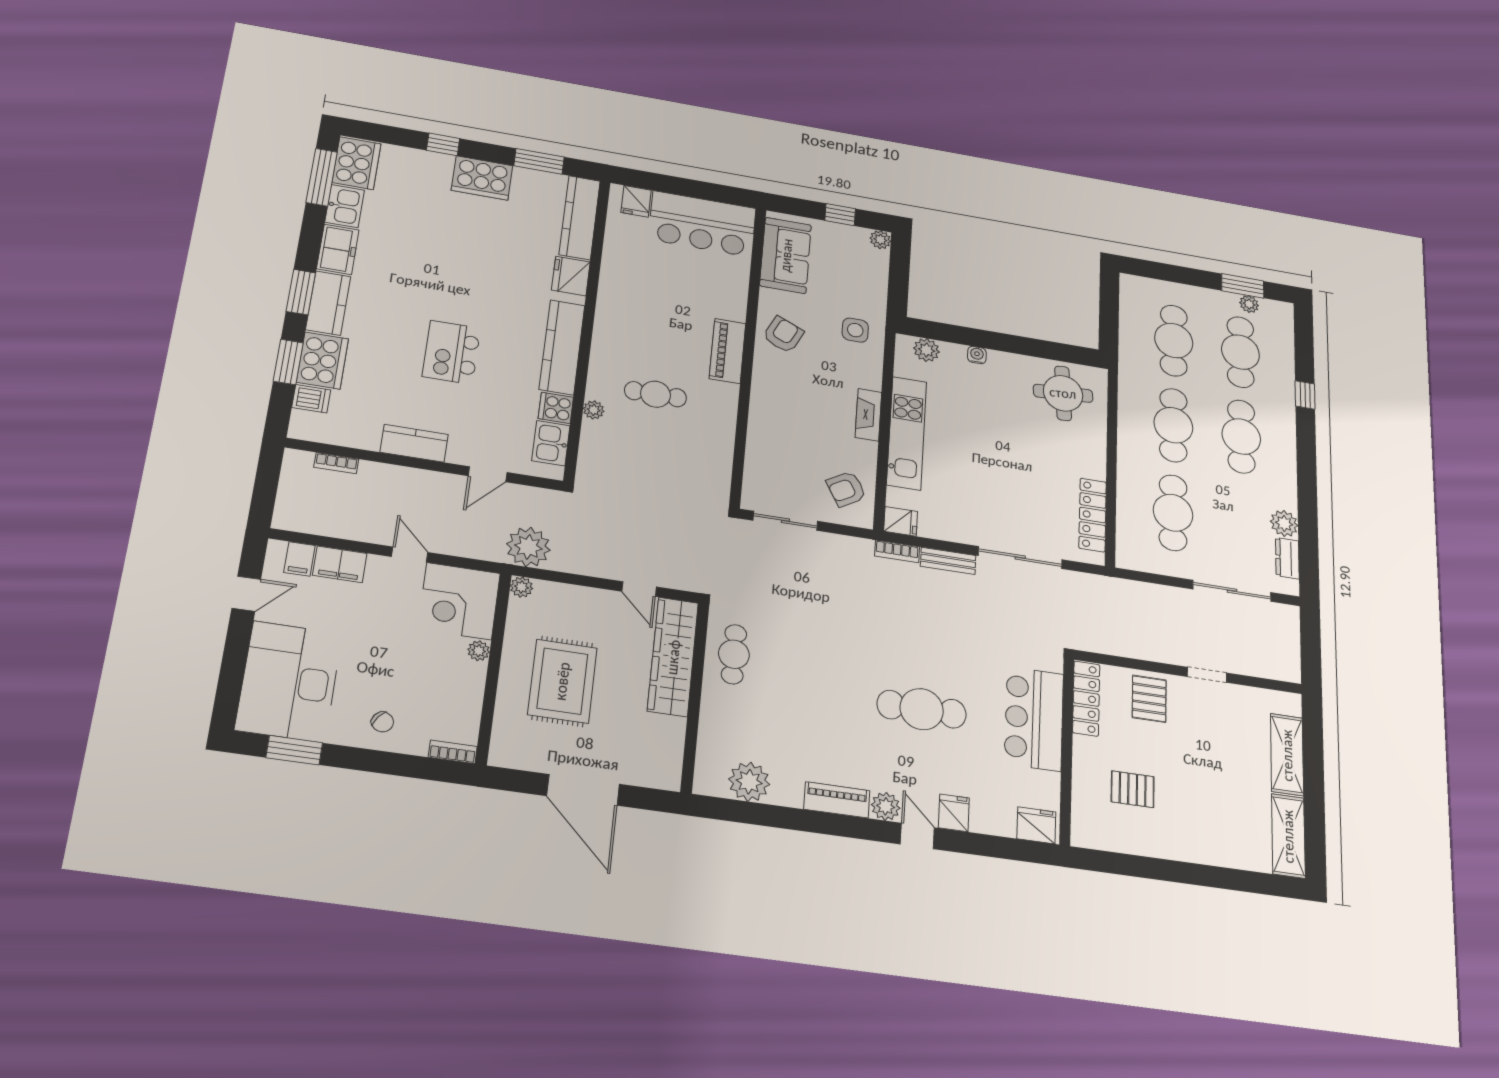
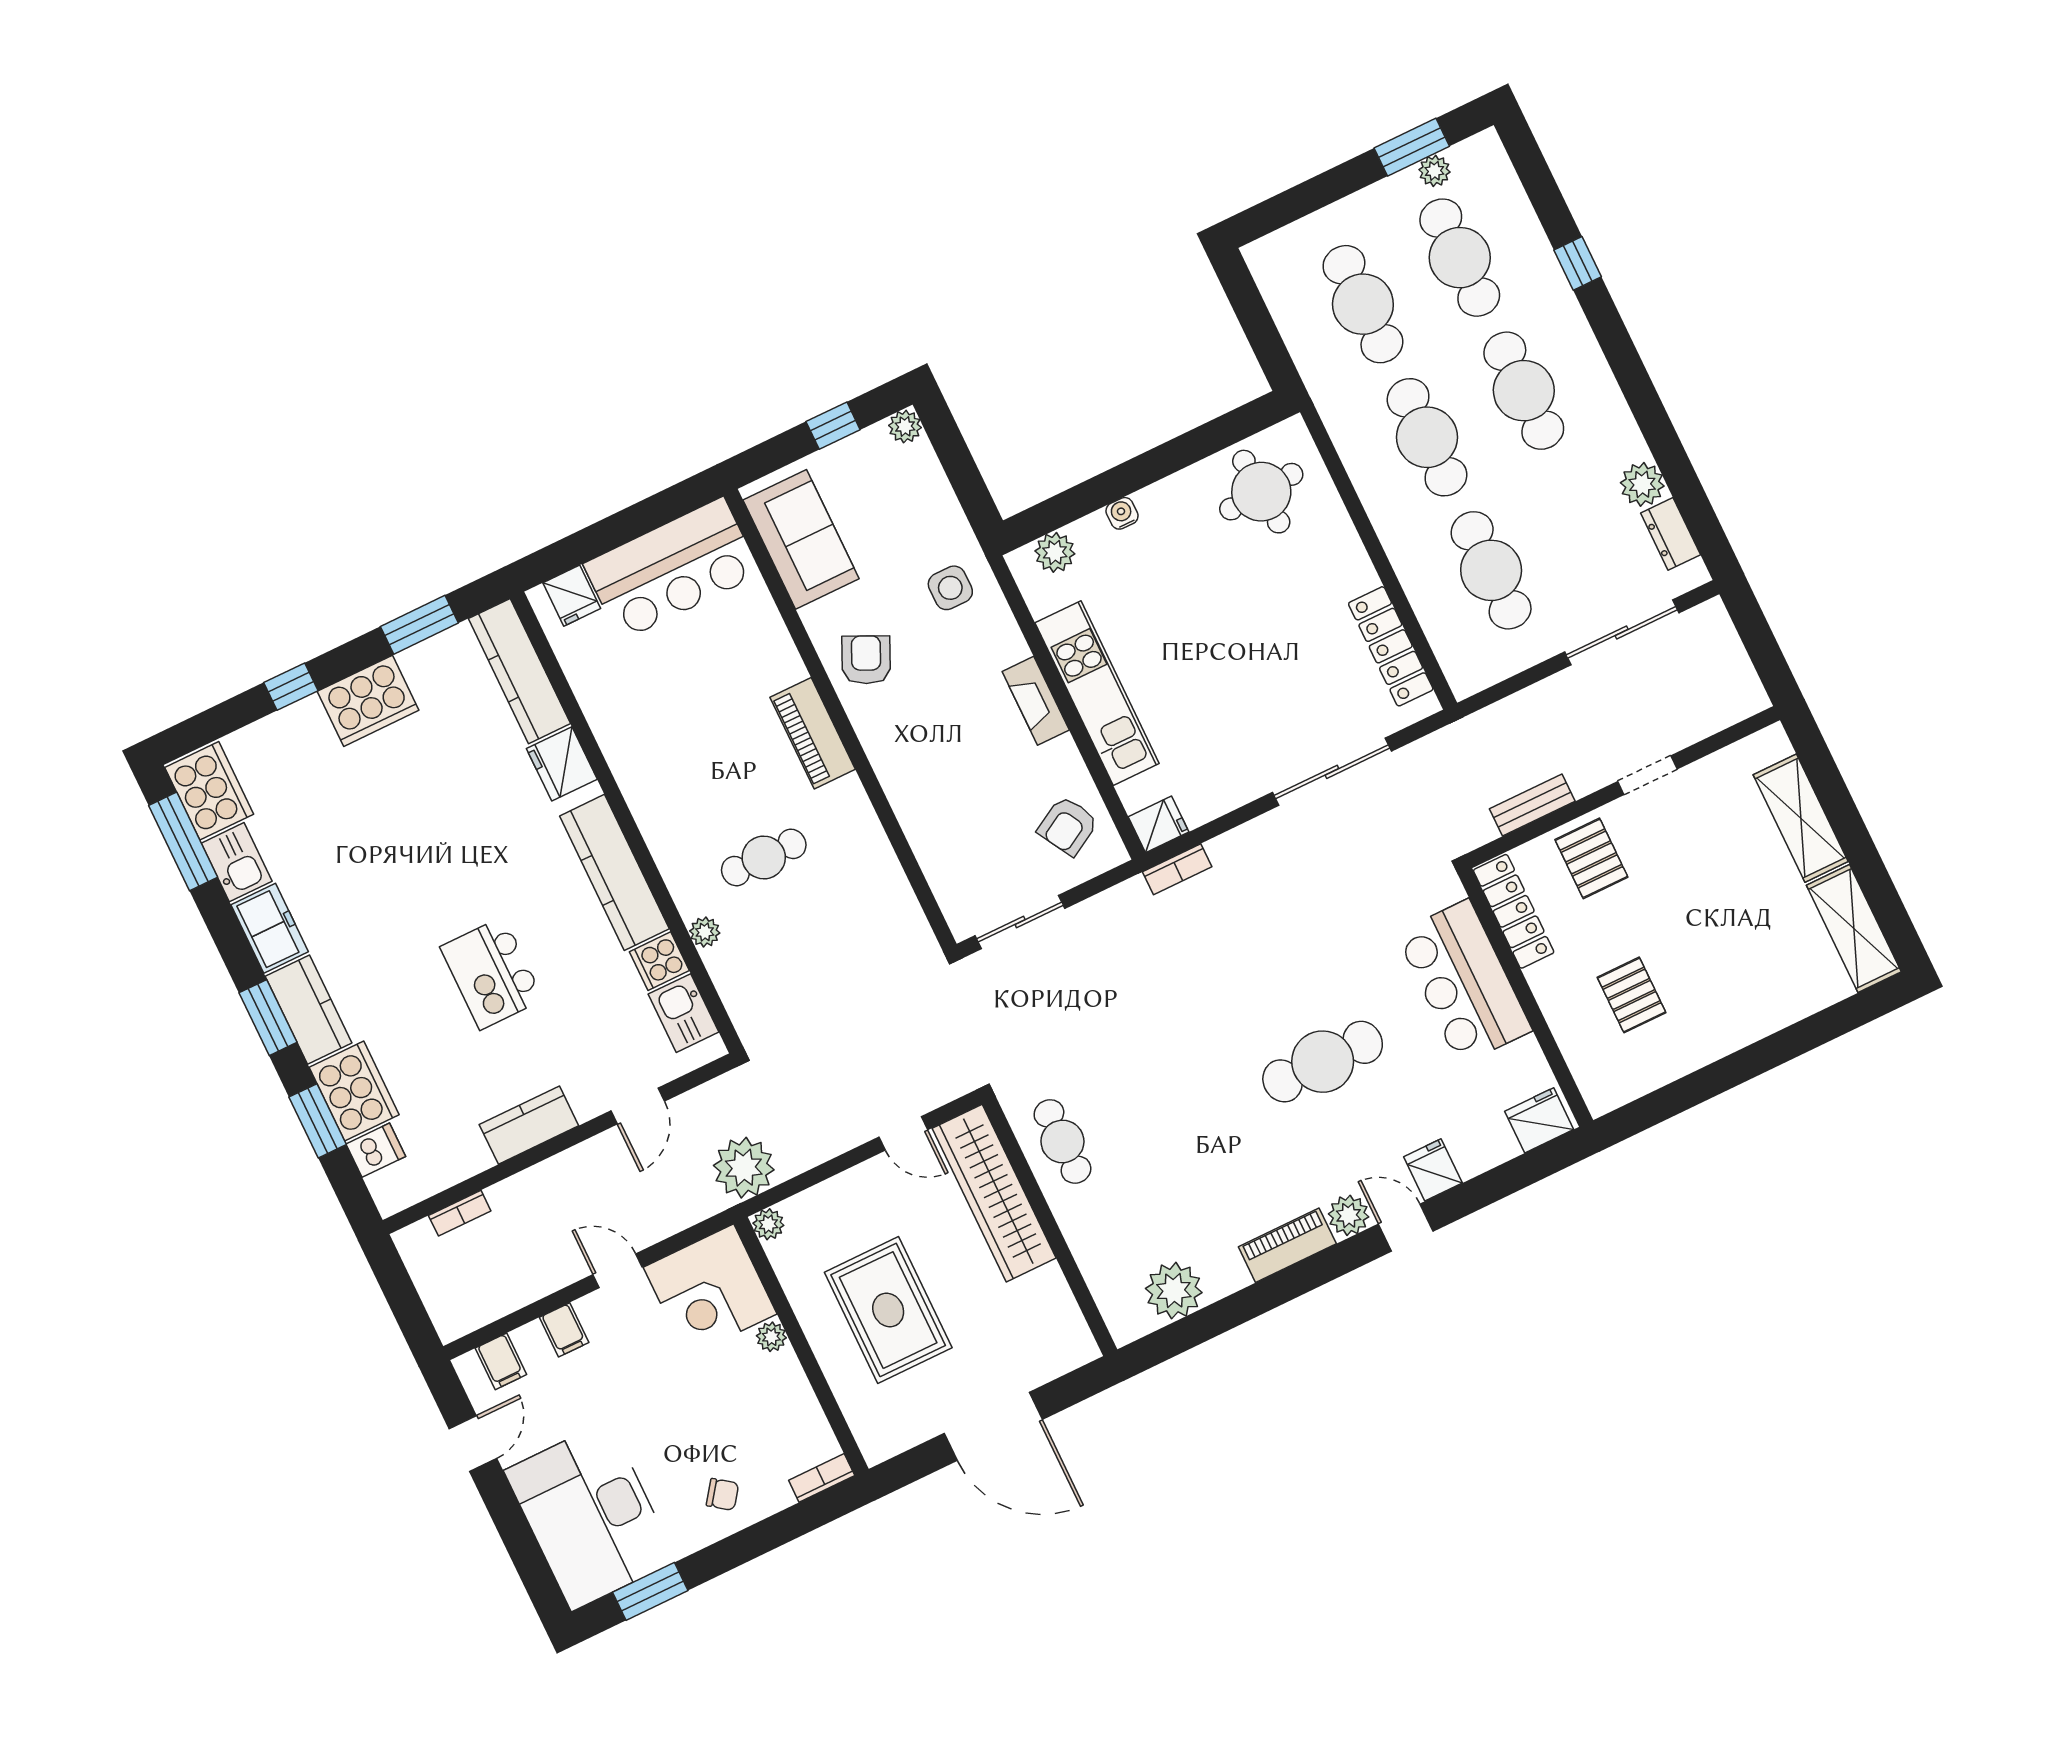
bench: (948, 561) -> (1532, 805), moved
filing cabinet: (340, 564) -> (564, 1330), width x0.50
pallet: (1133, 789) -> (1632, 995), turned 90

